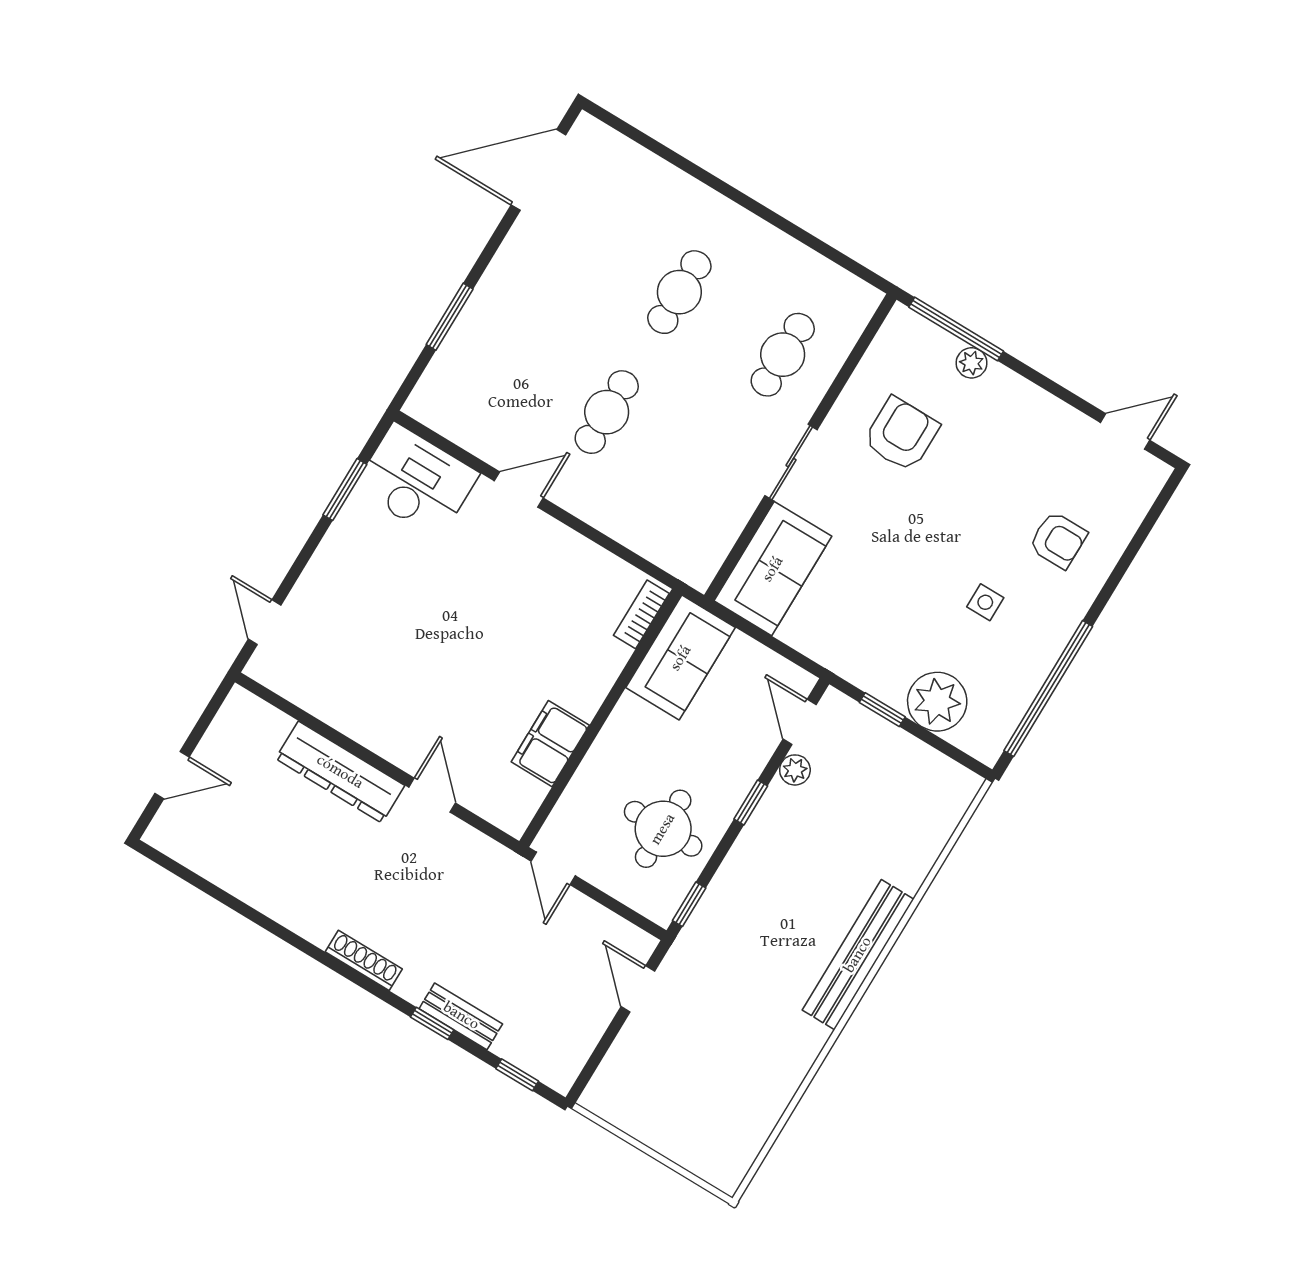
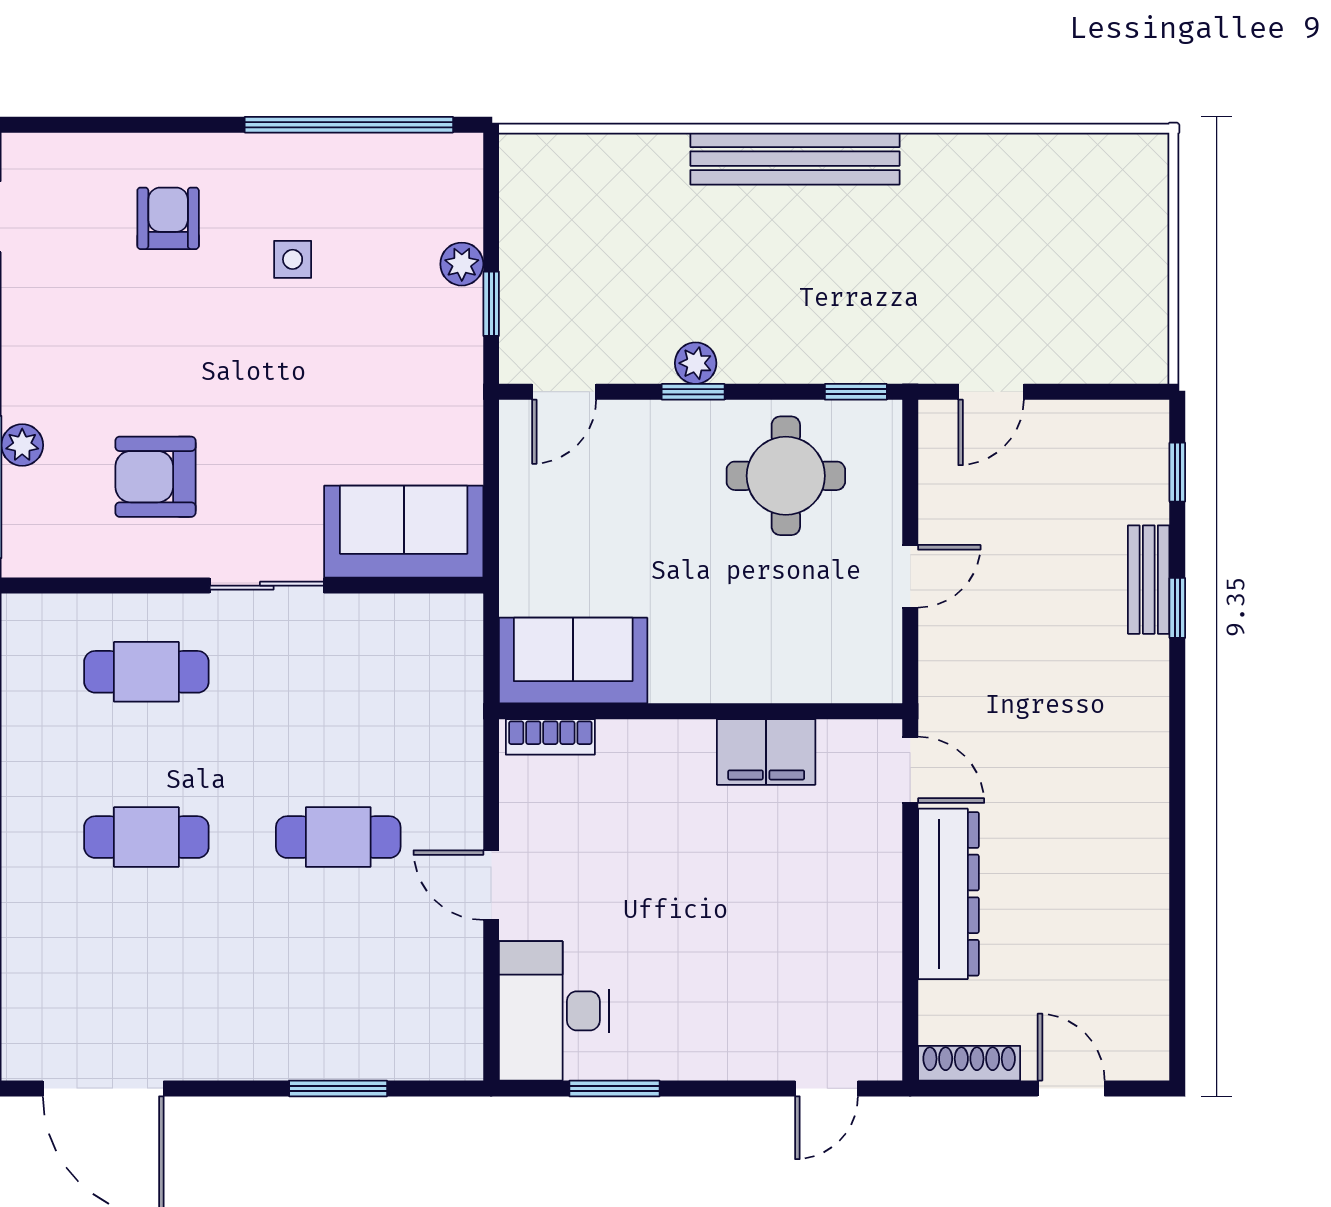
bookcase: (641, 614) -> (550, 737), moved
sofa: (681, 658) -> (573, 661), moved
plant: (937, 702) -> (462, 264), width x0.53, depth x0.53
wall: (600, 718) -> (701, 711), moved
filing cabinet: (550, 744) -> (766, 752), moved
plant: (795, 770) -> (696, 363), moved
door: (432, 795) -> (910, 770), swing flipped
shoe rack: (364, 960) -> (969, 1063), moved, turned 90

